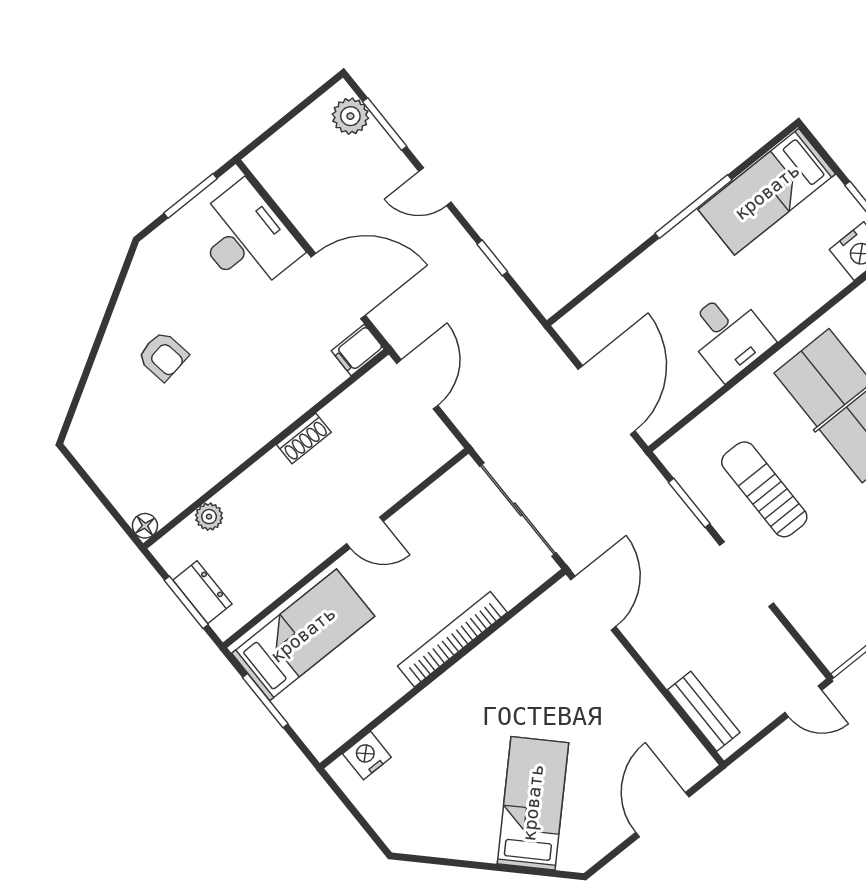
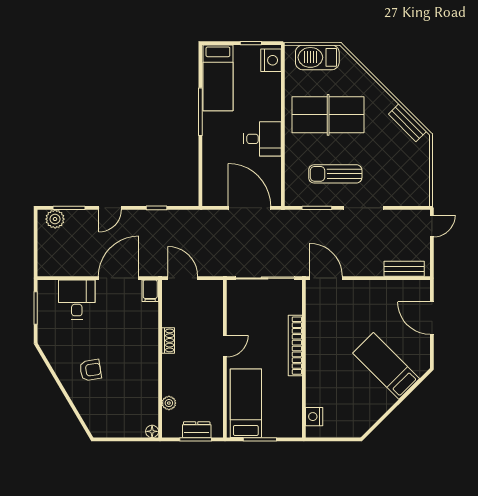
desk: (246, 238) -> (77, 299), width x0.73

